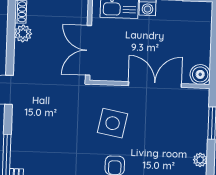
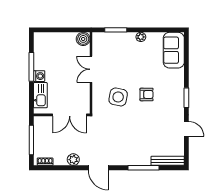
plant: (23, 33) -> (73, 160), moved
double door: (155, 85) -> (91, 69), width x0.73

